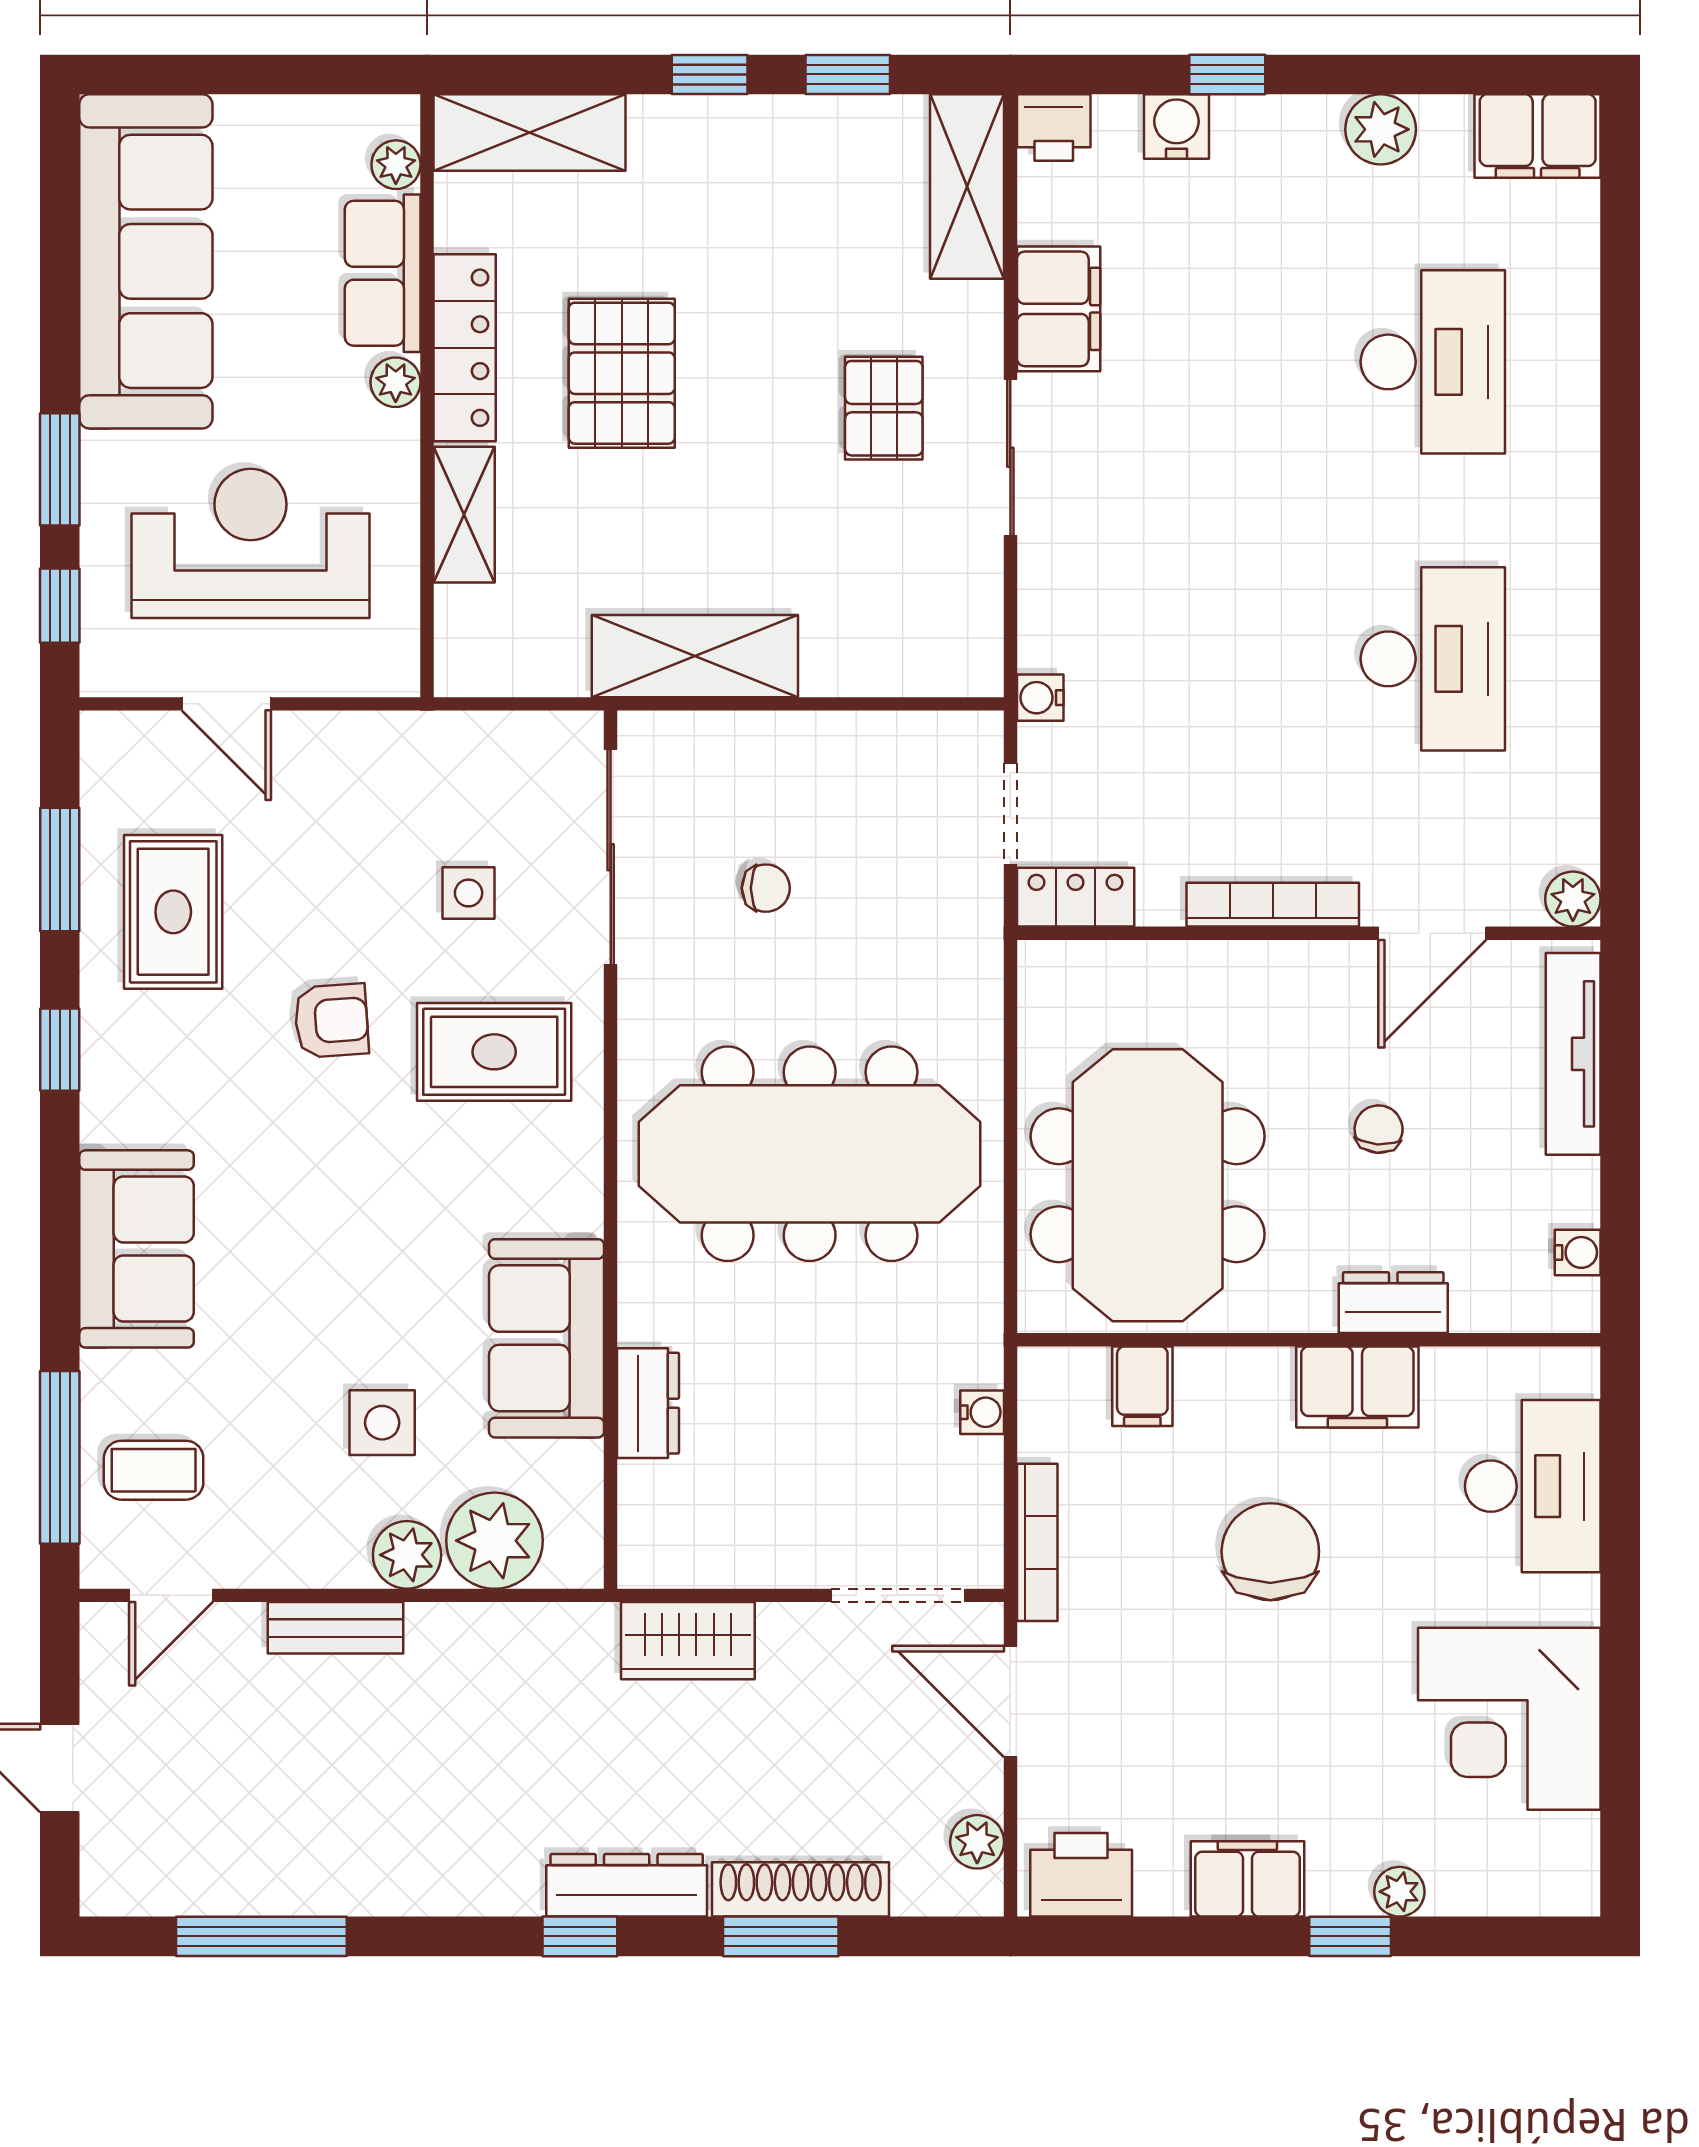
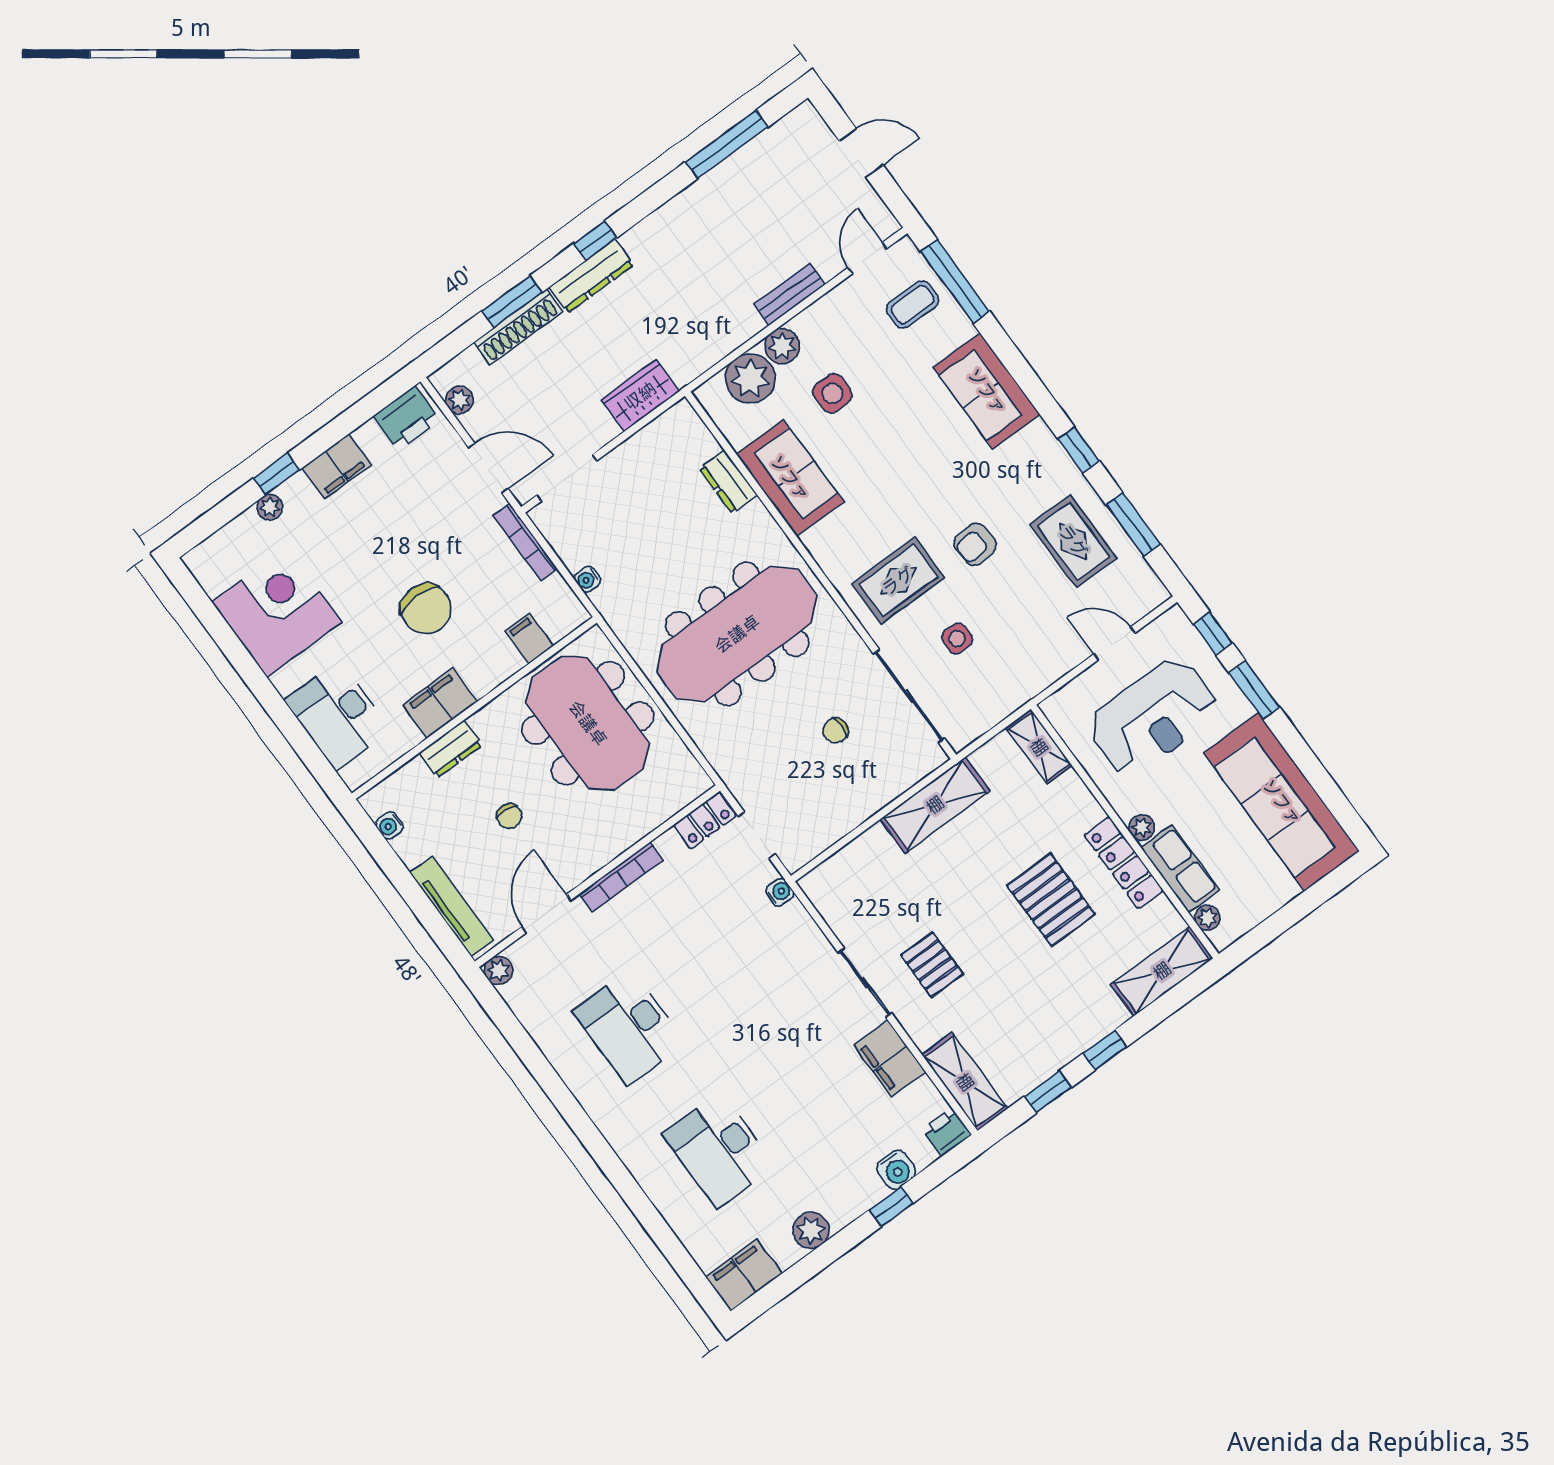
shelving: (464, 515) -> (1039, 747), moved

